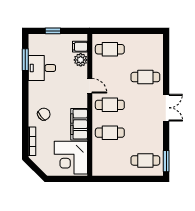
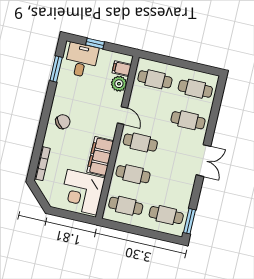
cafe table: (145, 49) -> (195, 89), added
desk: (42, 68) -> (81, 60), moved, turned 90
chair: (44, 114) -> (63, 122), moved
cafe table: (110, 160) -> (126, 206), added

